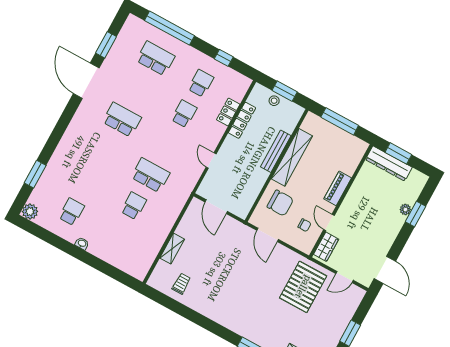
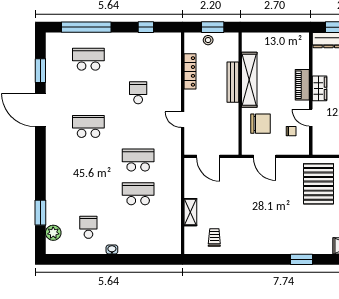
school desk: (201, 83) -> (138, 59), removed
locker: (228, 112) -> (175, 71), removed
window: (340, 121) -> (273, 27), removed
school desk: (134, 206) -> (138, 194), width x1.85
plant: (30, 212) -> (53, 233), moved
wardrobe: (326, 247) -> (319, 88), moved

